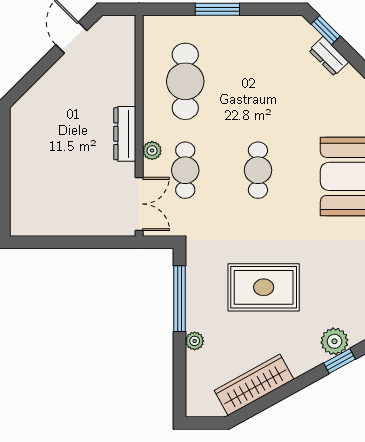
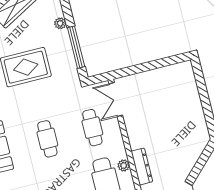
dresser: (125, 134) -> (142, 166), moved
plant: (152, 151) -> (124, 166), moved

